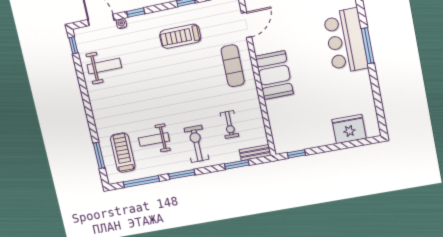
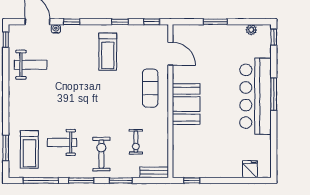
door: (247, 25) -> (170, 54), hinge flipped
treadmill: (180, 36) -> (108, 52), turned -90
bar counter: (346, 41) -> (255, 96), width x1.36
fridge: (349, 129) -> (250, 169), width x0.53, depth x0.75
treadmill: (123, 153) -> (29, 149), turned 180
window: (237, 164) -> (121, 180), moved

